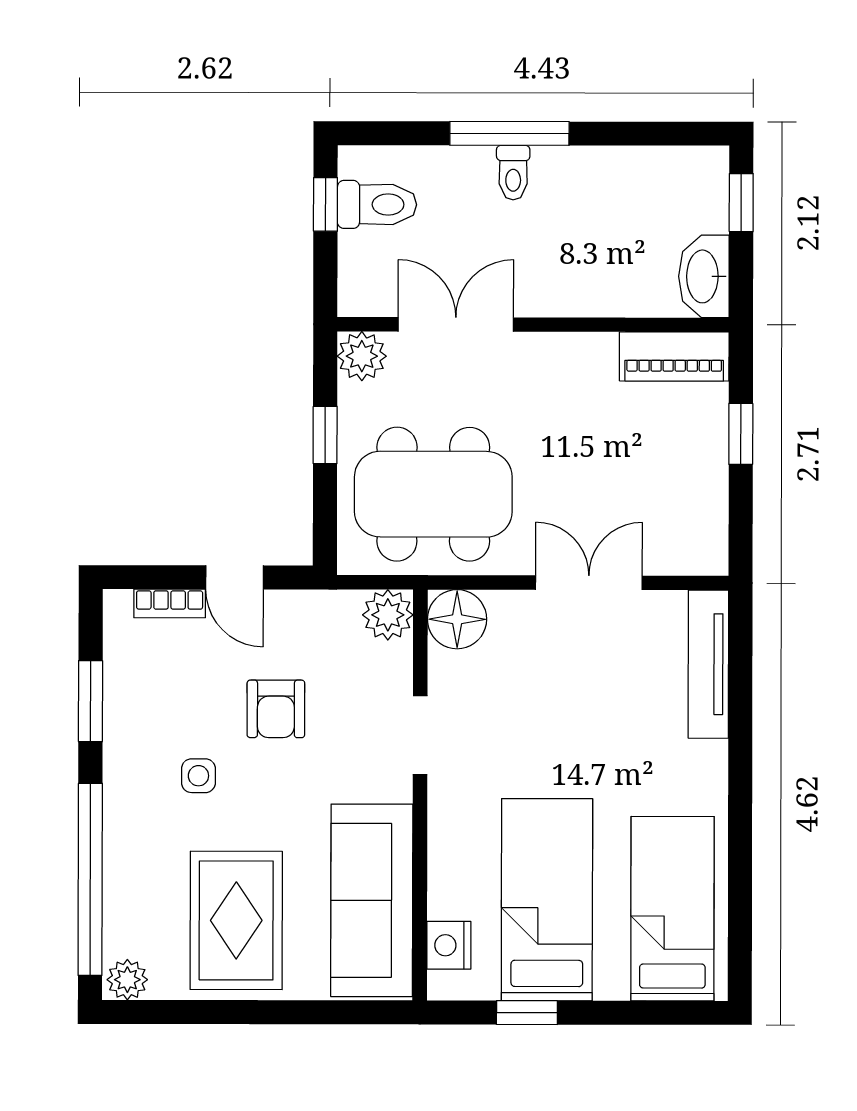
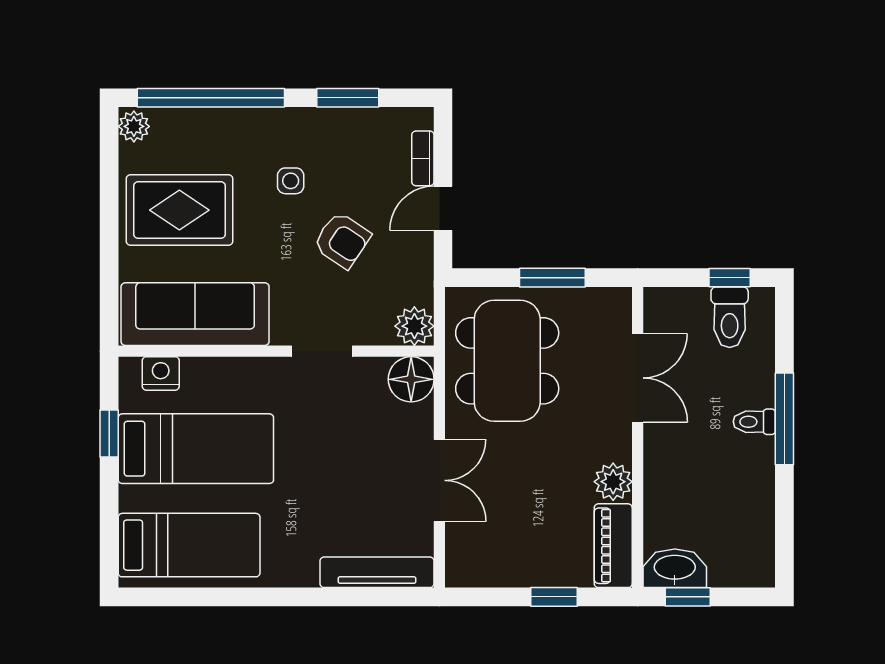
window: (741, 203) -> (688, 597), moved
plant: (362, 356) -> (613, 482), moved
window: (325, 435) -> (552, 278), width x1.50
armchair: (276, 709) -> (342, 240), turned -146

